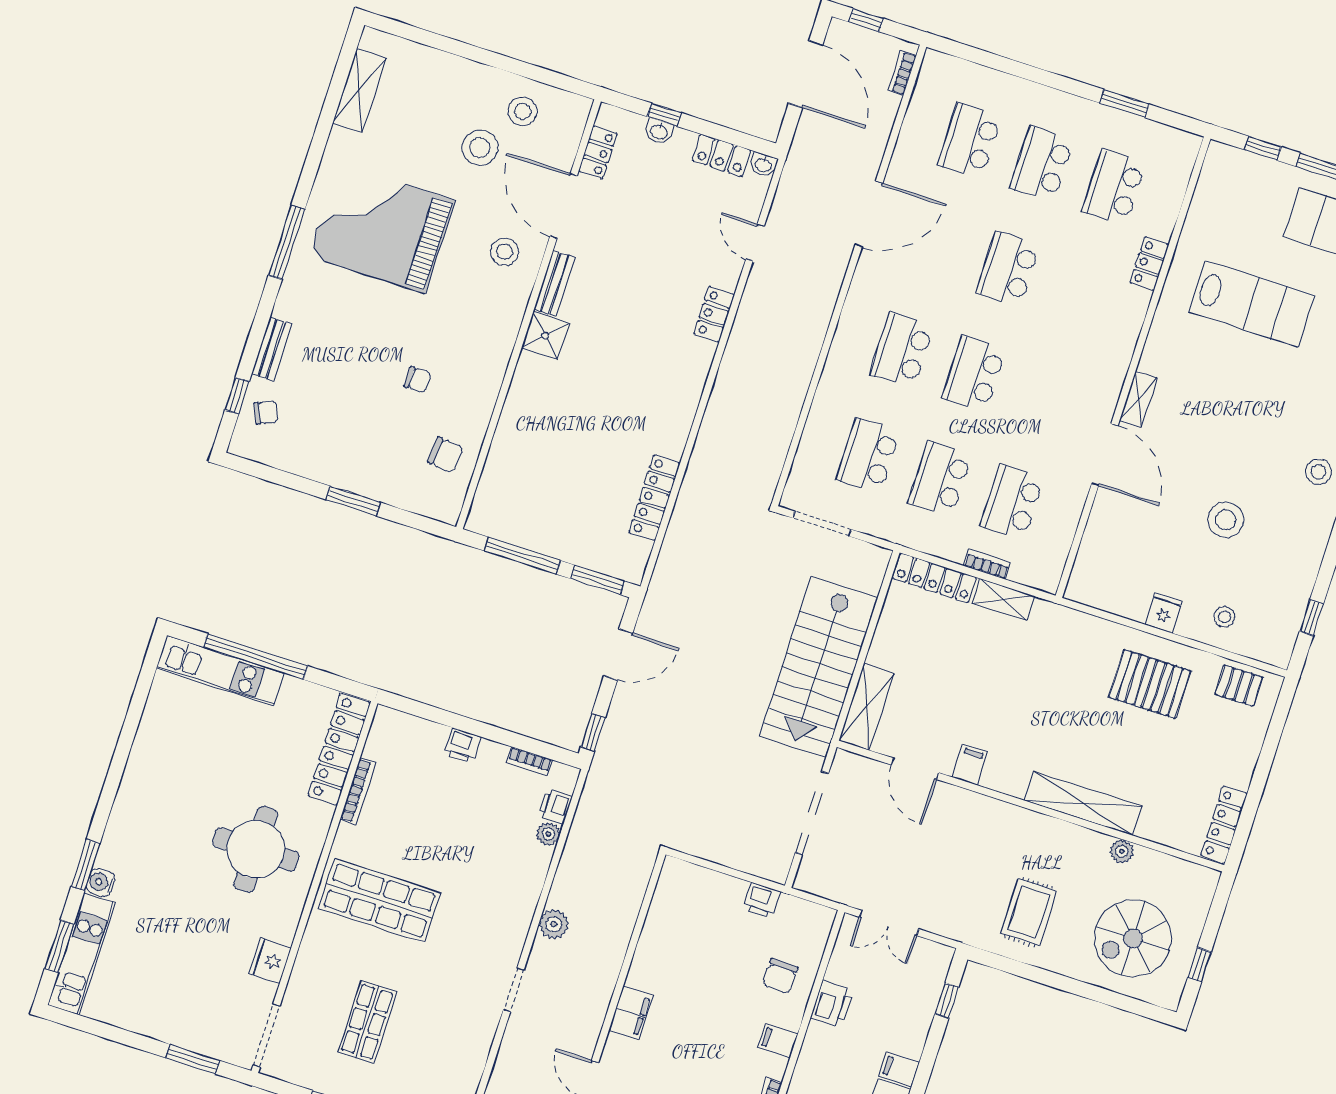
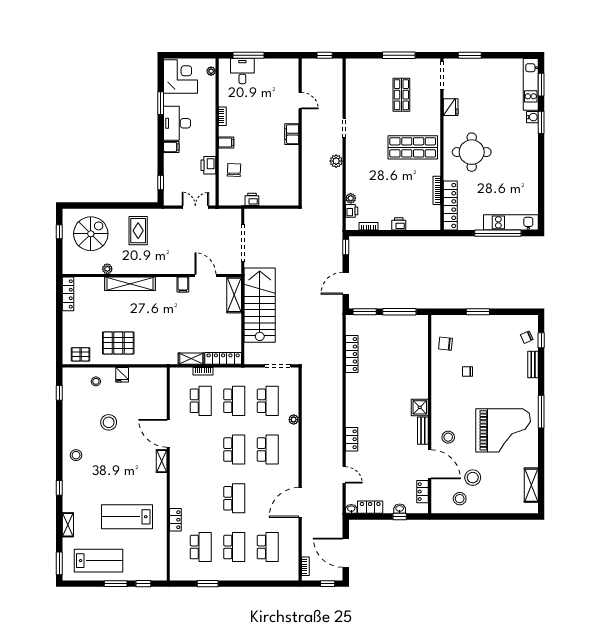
plant: (825, 397) -> (294, 420), added

